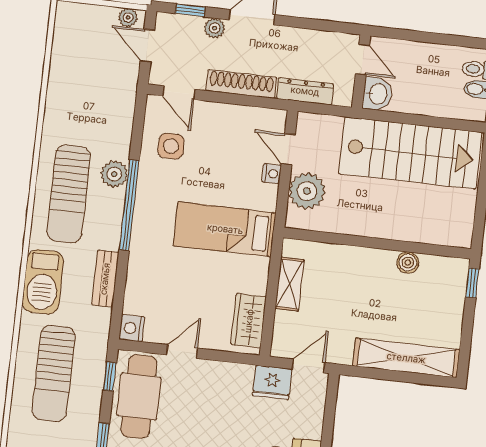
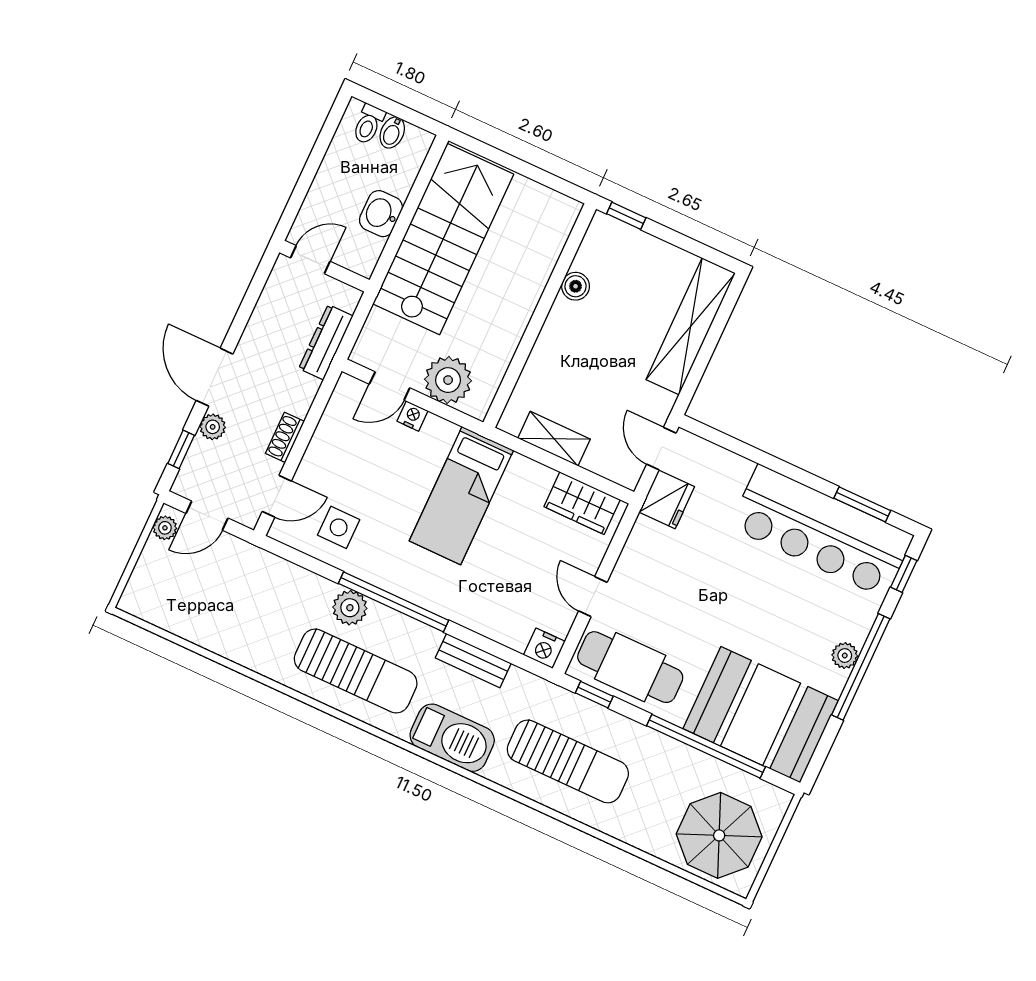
shoe rack: (241, 84) -> (285, 437), width x0.51, depth x0.81
washbasin: (377, 94) -> (381, 214), moved, turned -90

